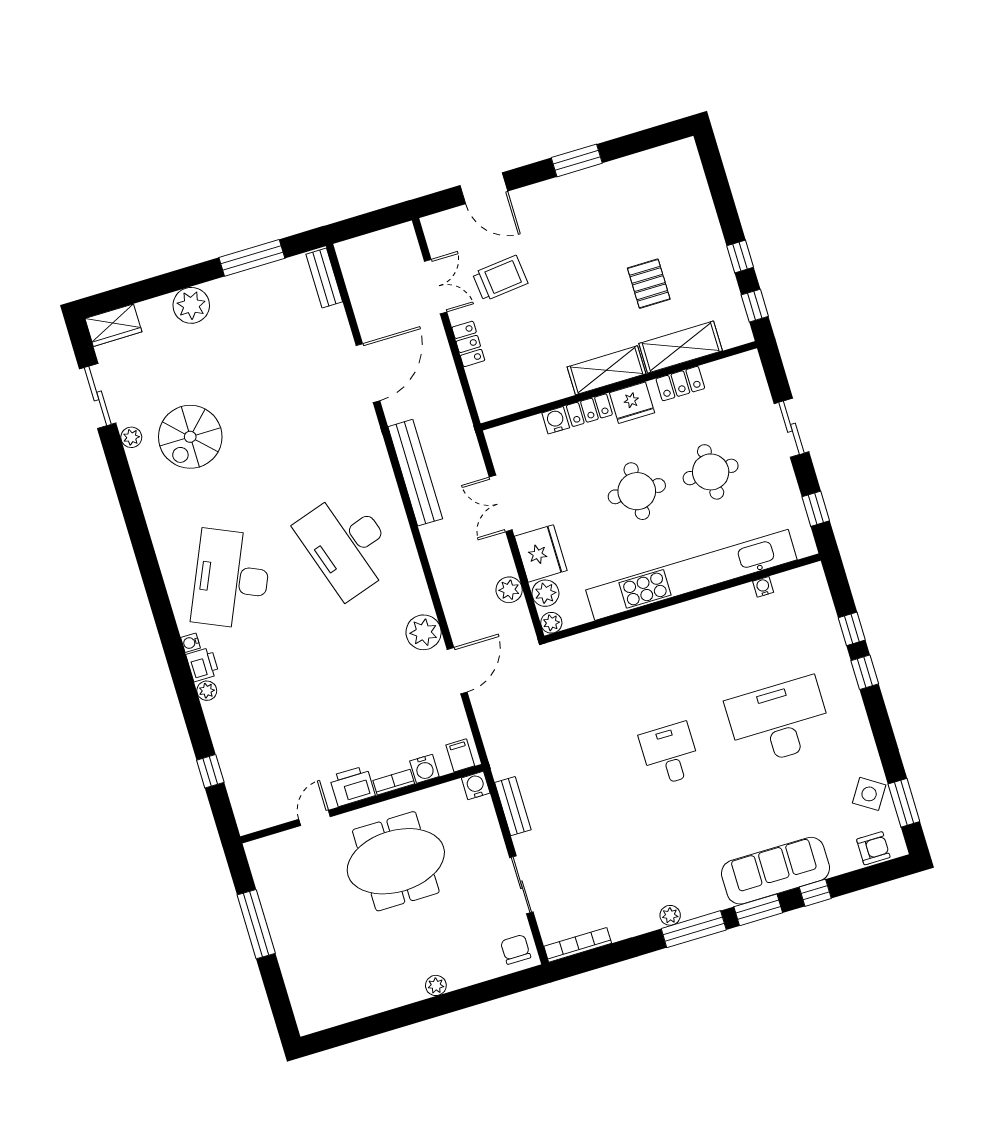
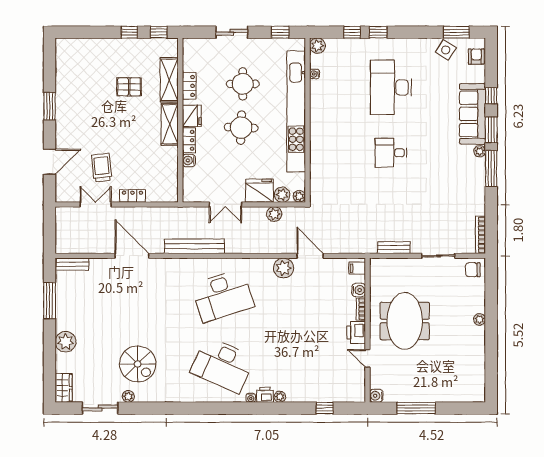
plant: (812, 577) -> (317, 46), added
water cooler: (476, 785) -> (376, 396), moved
plant: (670, 915) -> (480, 151), moved

